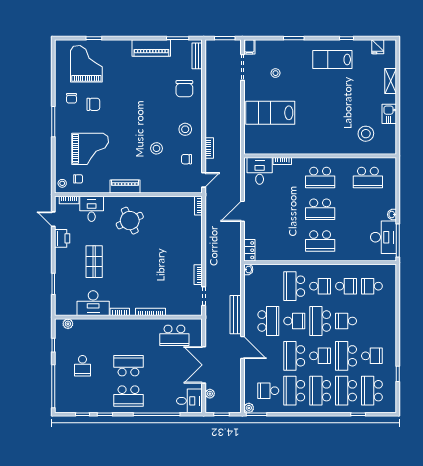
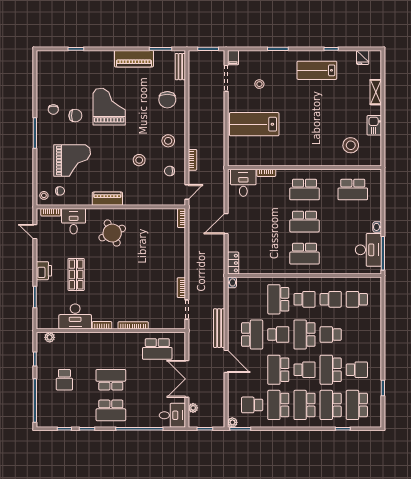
grand piano: (86, 64) -> (109, 107), moved
printer: (62, 238) -> (44, 271), moved

